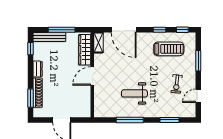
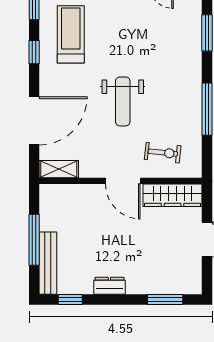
wardrobe: (85, 50) -> (173, 195), moved
exercise bike: (177, 84) -> (163, 153), moved
shoe rack: (38, 93) -> (155, 286), removed
weight bench: (134, 93) -> (123, 101), moved

